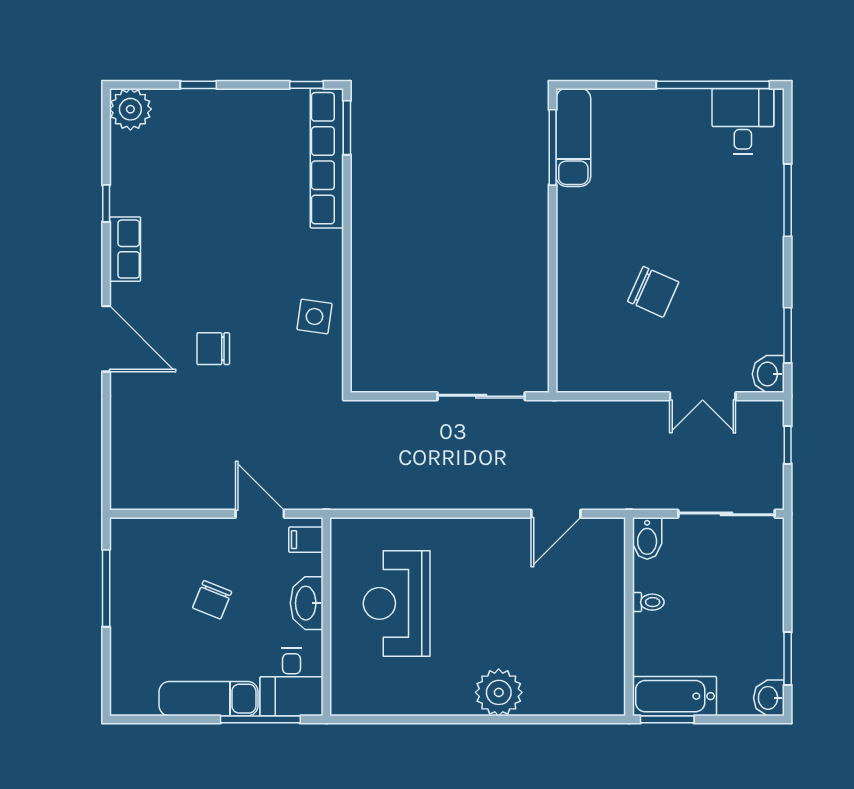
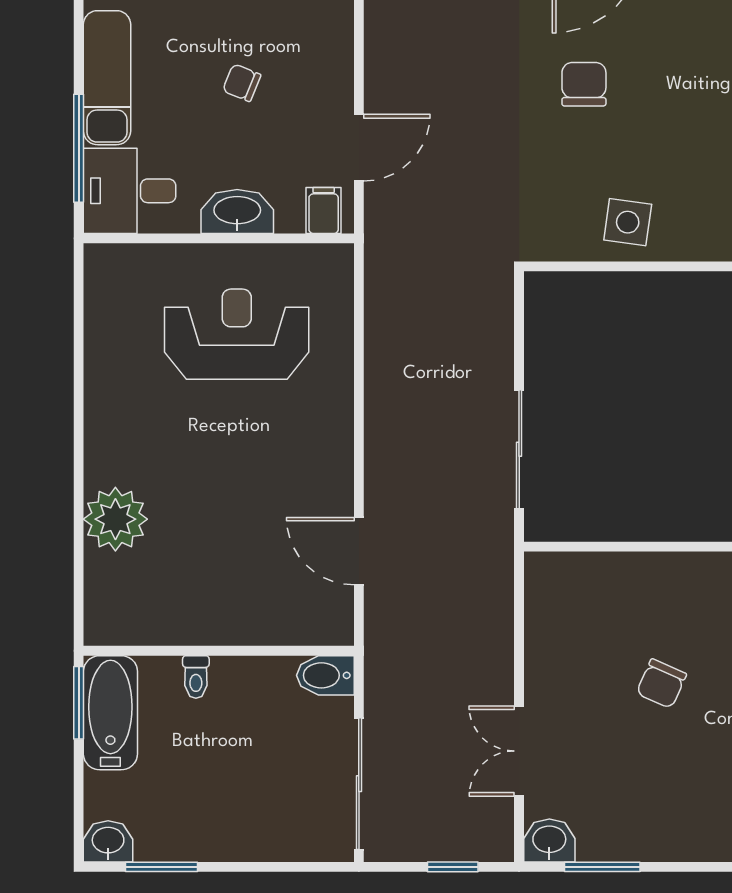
chair: (653, 292) -> (661, 684), width x0.73, depth x0.73
chair: (212, 600) -> (242, 83), width x0.73, depth x0.73
toilet: (648, 602) -> (196, 677), moved
plant: (499, 692) -> (115, 519), moved

